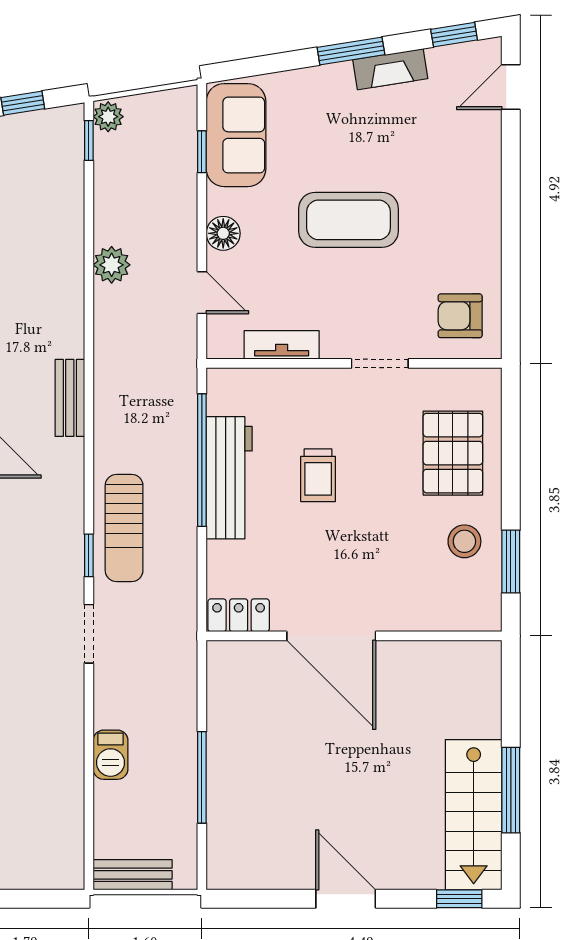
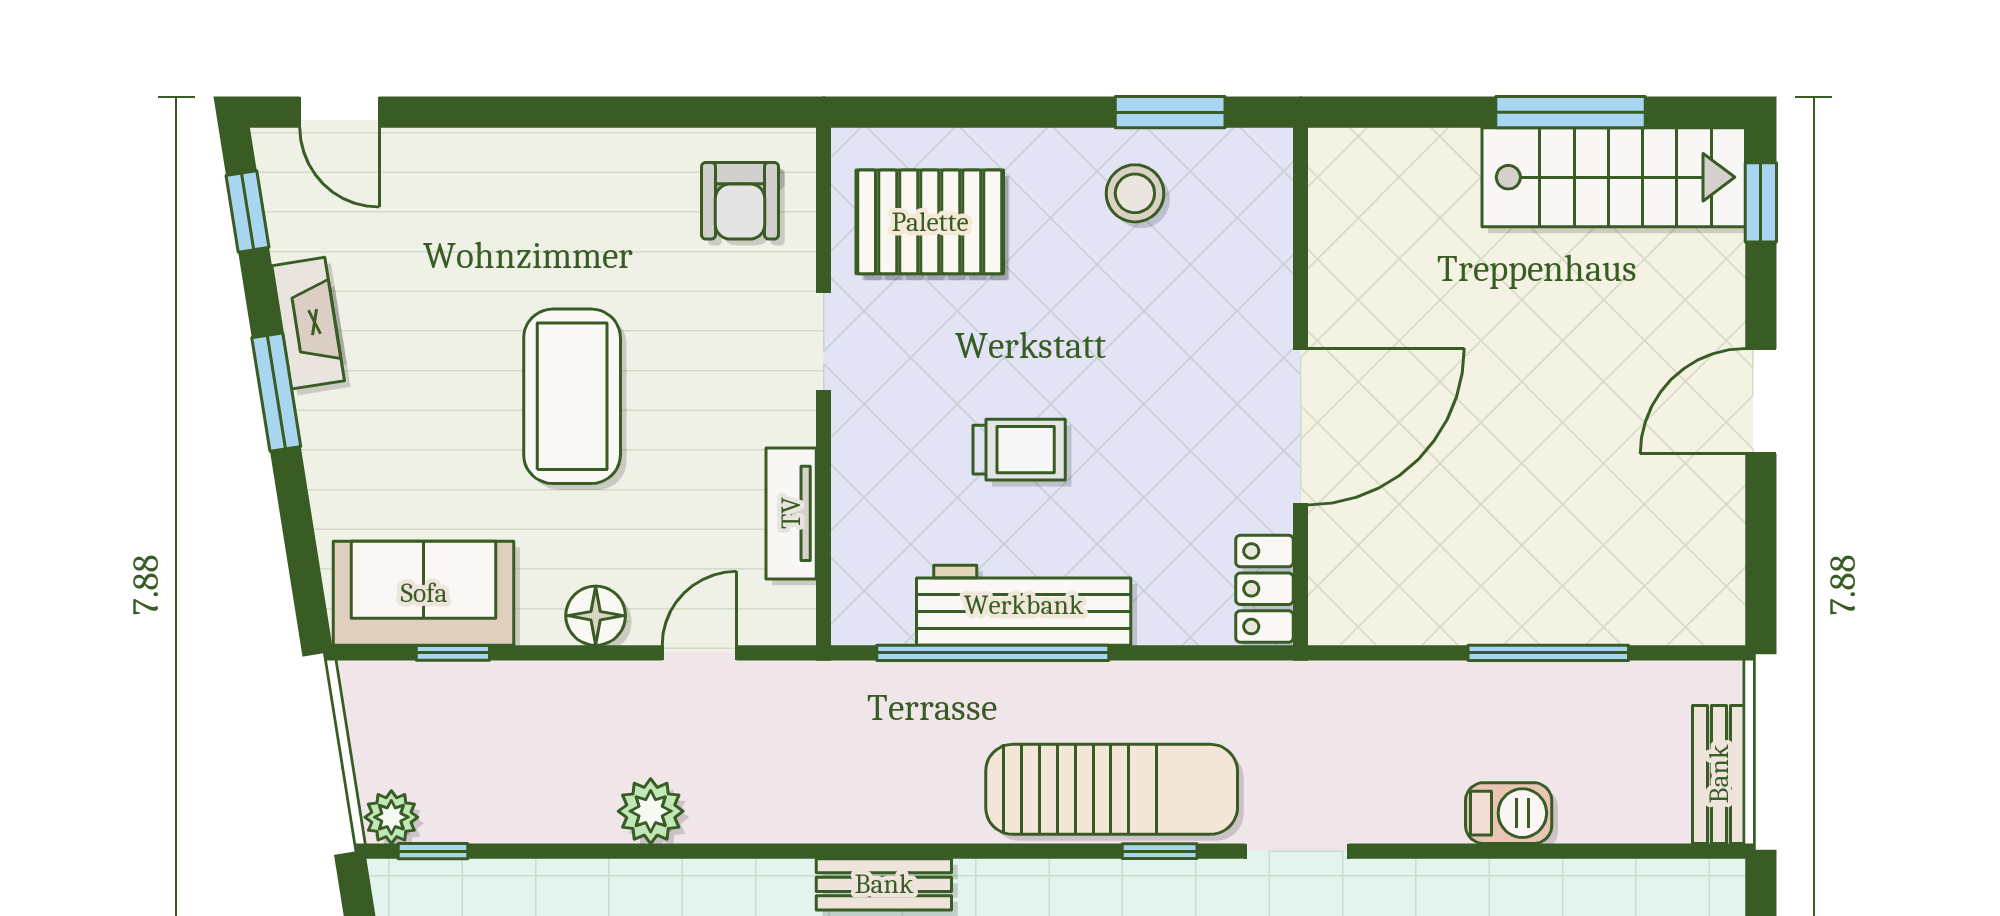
pallet: (453, 453) -> (930, 222), moved
sun lounger: (124, 528) -> (1112, 789), width x1.36, depth x1.34

